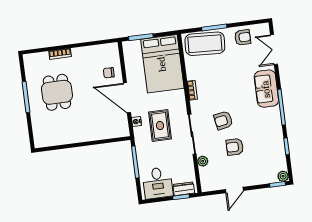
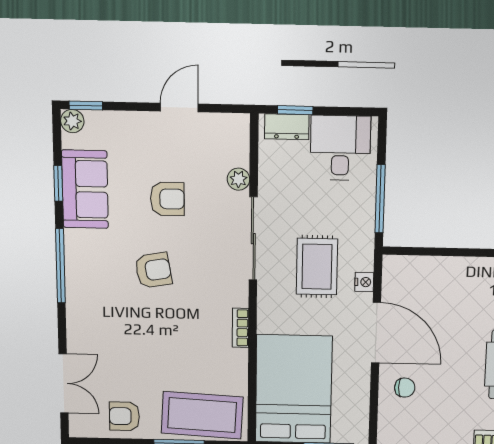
sofa: (266, 89) -> (85, 189), moved
armchair: (223, 120) -> (153, 270), moved

